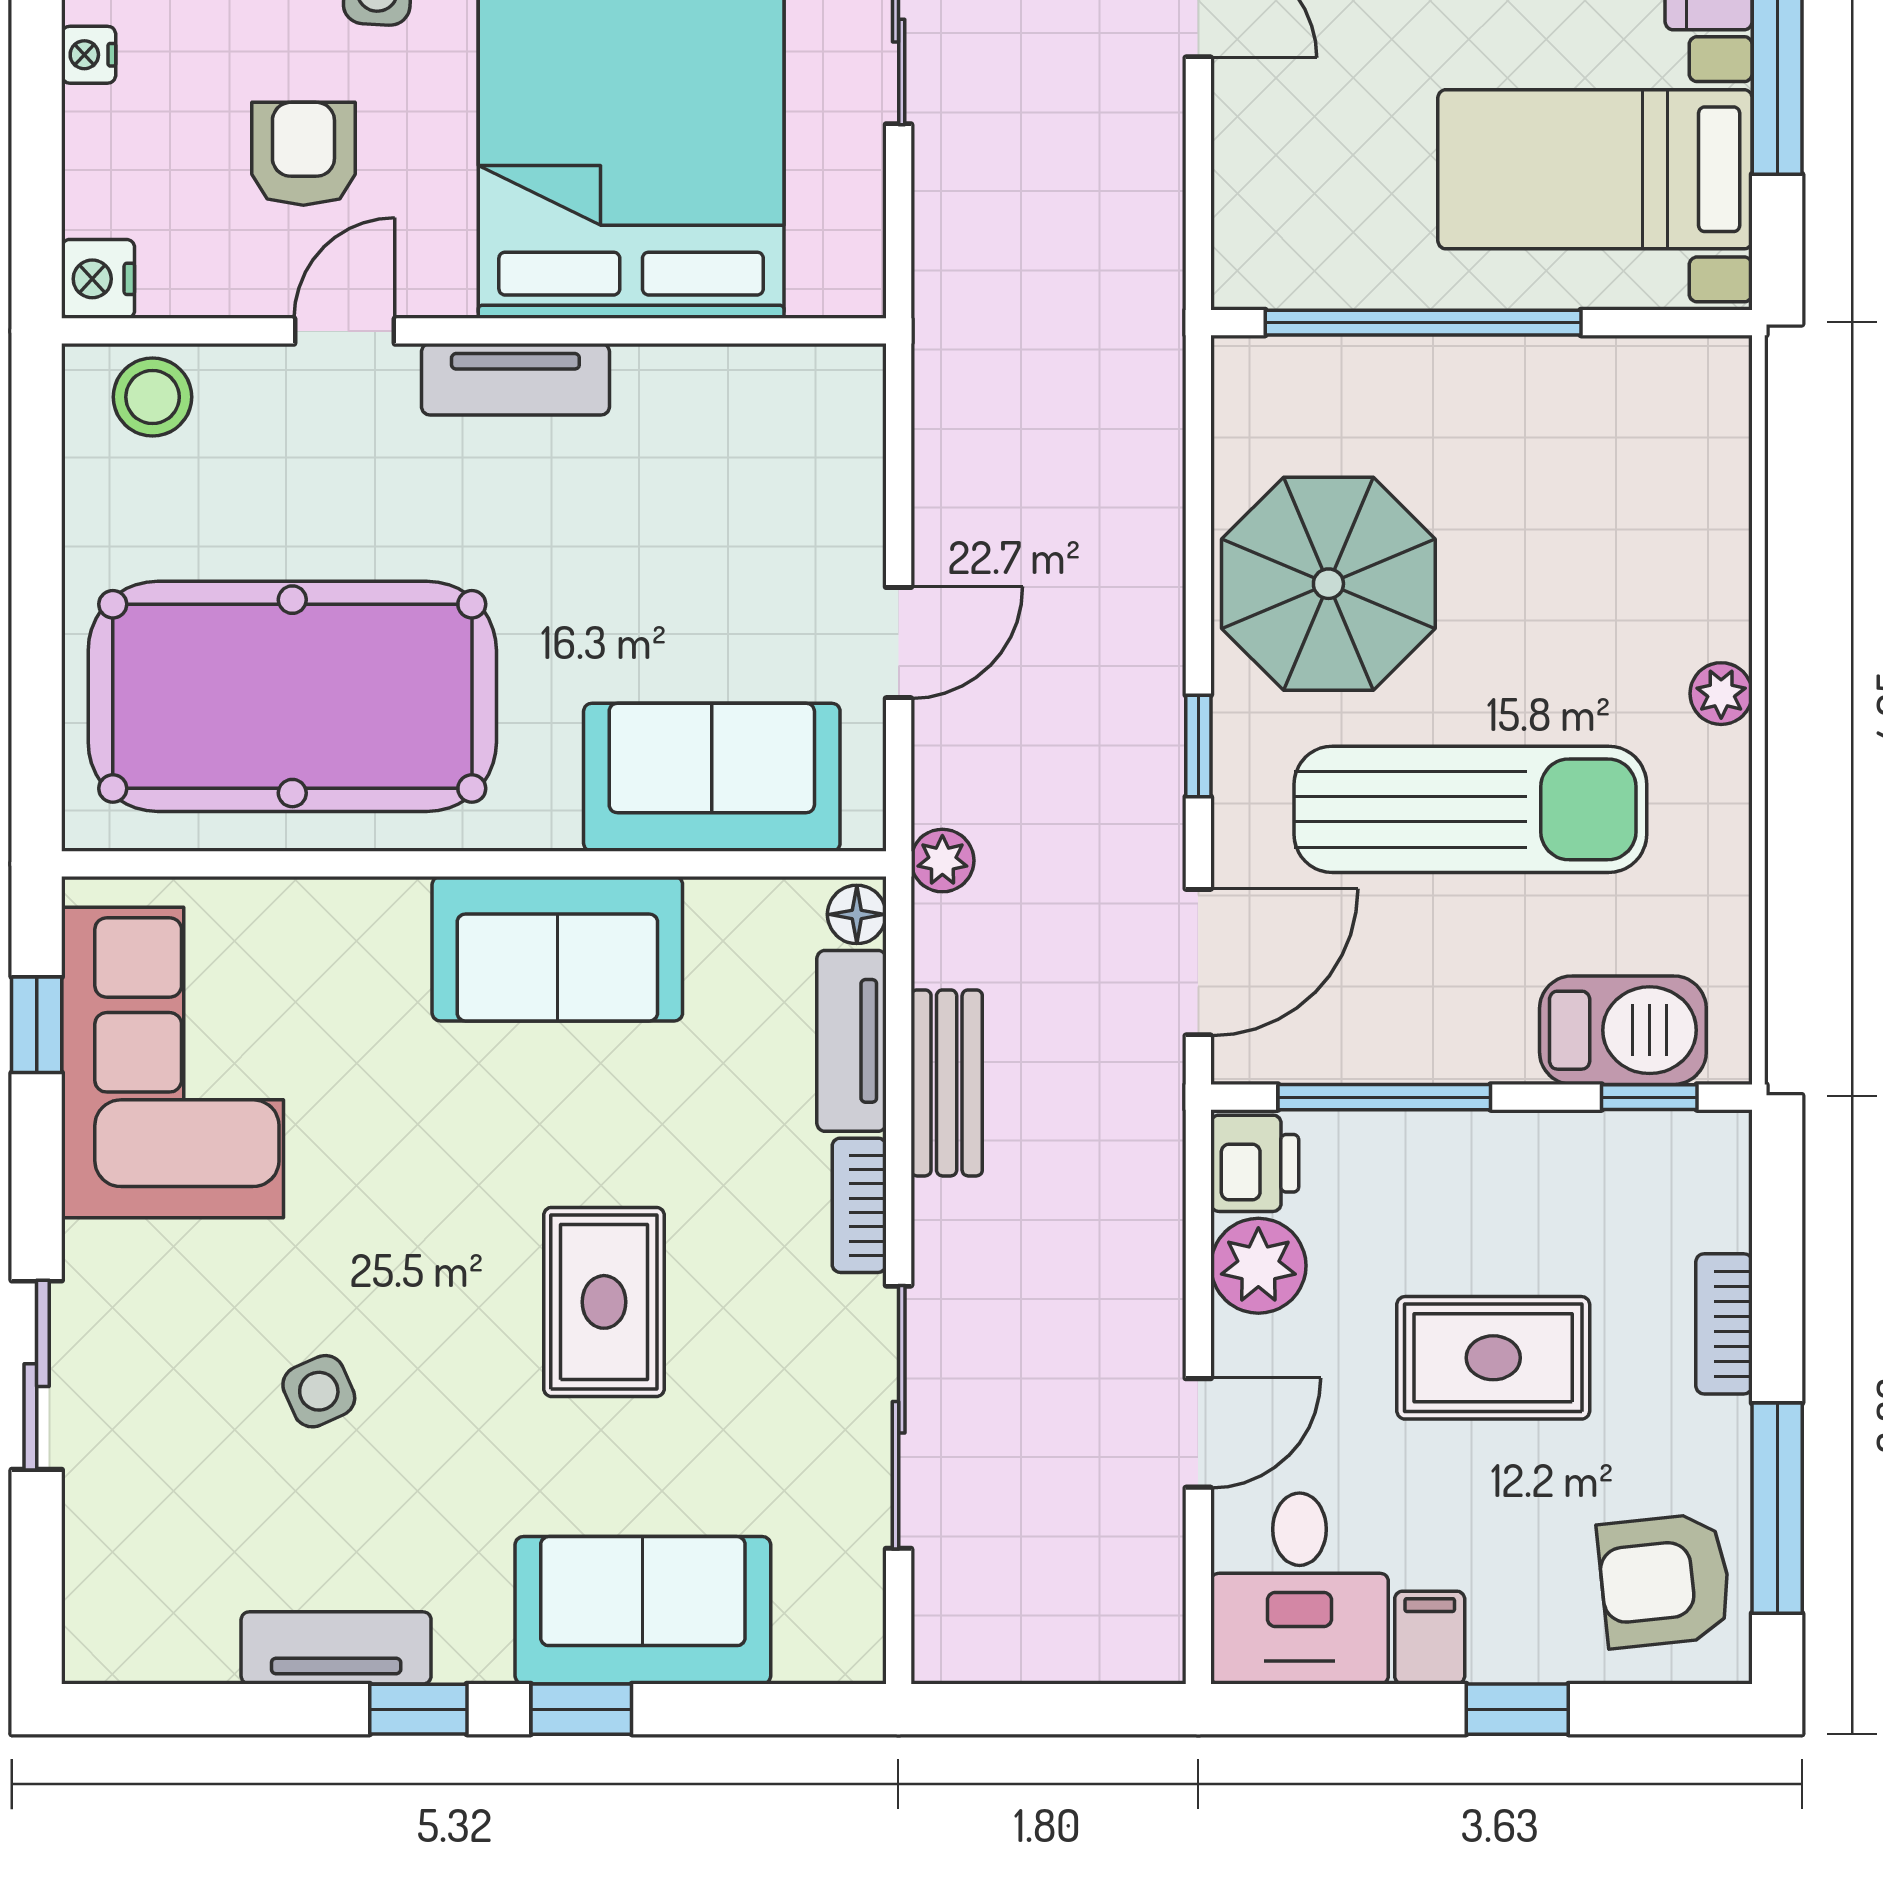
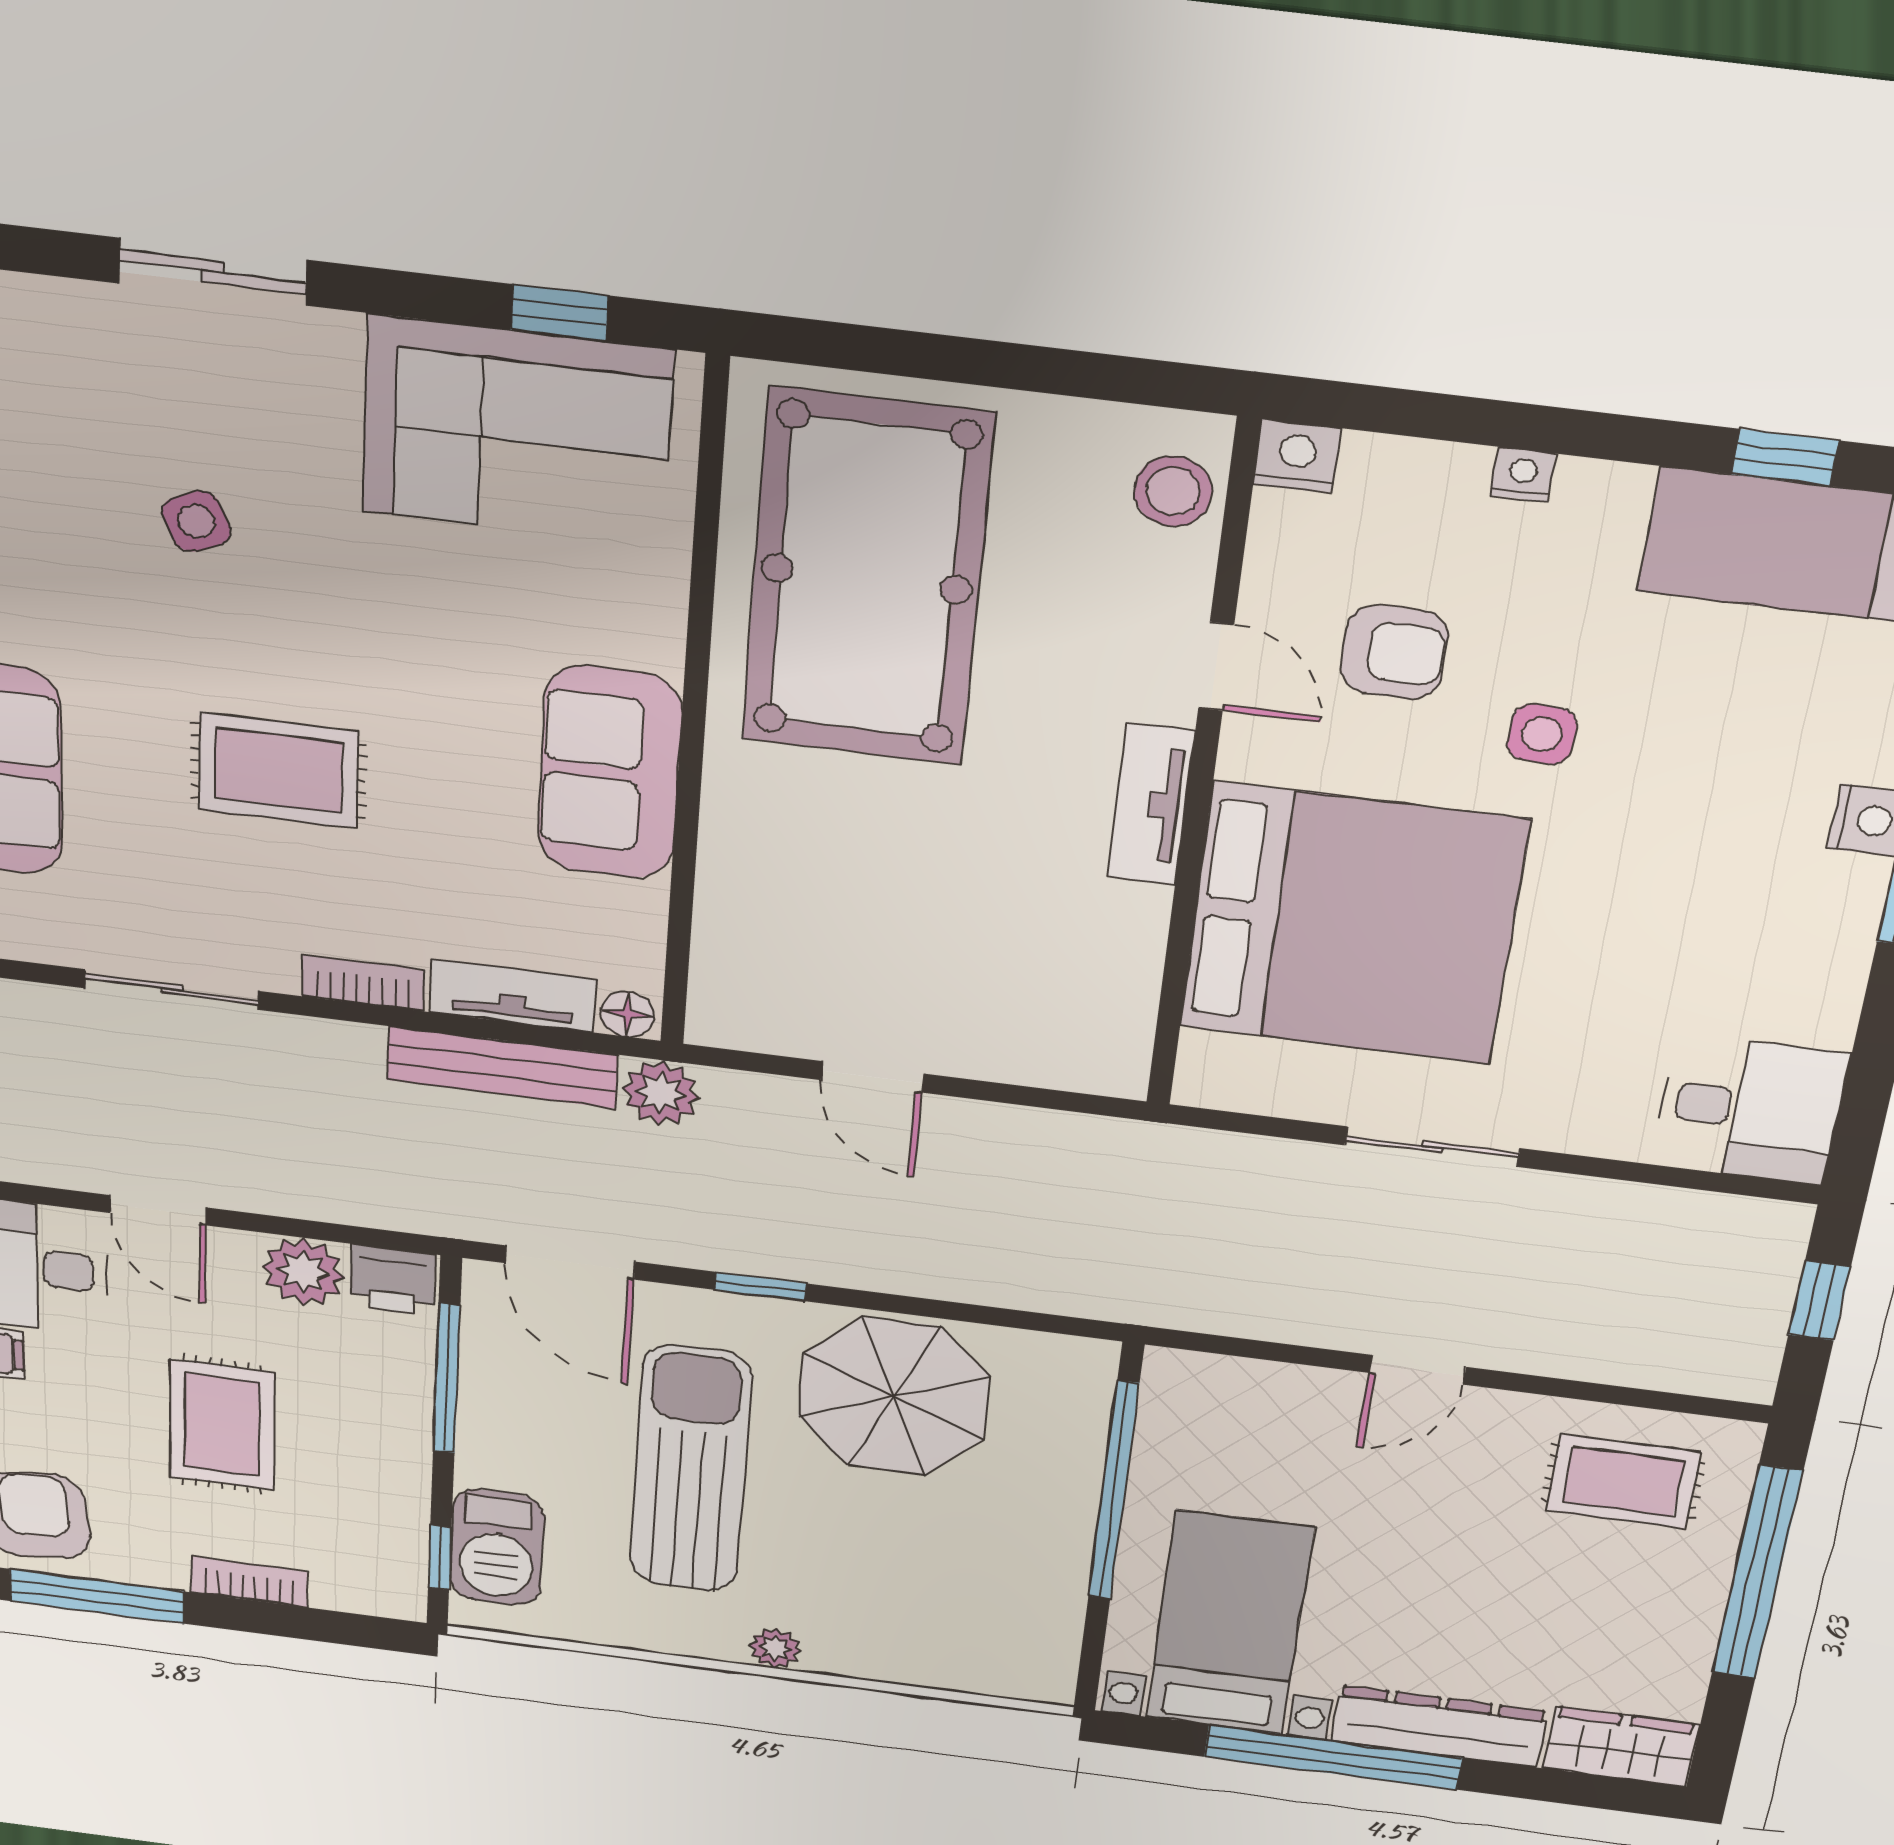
sofa: (712, 777) -> (761, 917), removed
sun lounger: (1470, 809) -> (690, 1469), turned 180
plant: (942, 861) -> (661, 1093), width x1.38, depth x1.38
bench: (947, 1083) -> (502, 1067), width x1.36
sliding door: (899, 1417) -> (172, 990), width x0.73

